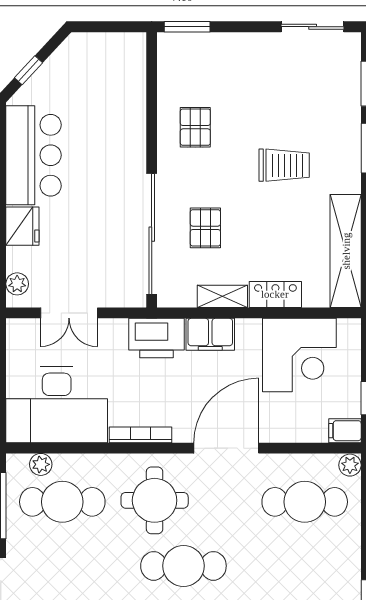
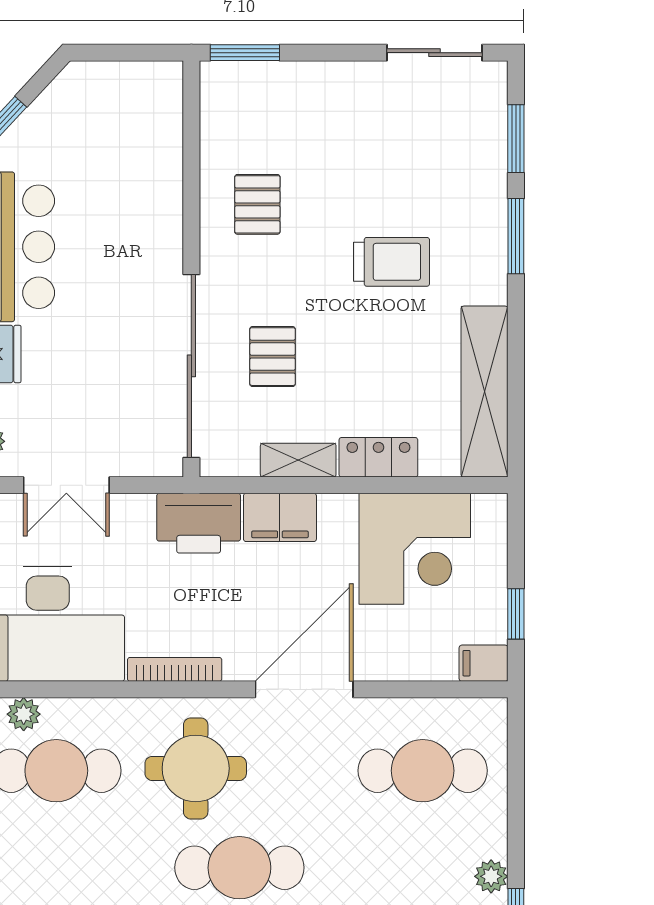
plant: (350, 465) -> (491, 876), moved

